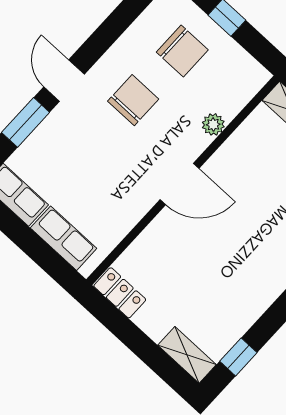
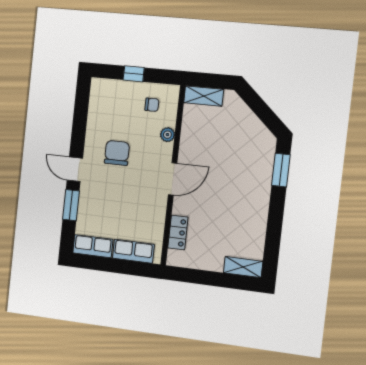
chair: (182, 51) -> (152, 105), moved, width x0.54, depth x0.54
locker: (120, 293) -> (178, 232), moved, turned 90
window: (238, 357) -> (272, 249), removed

